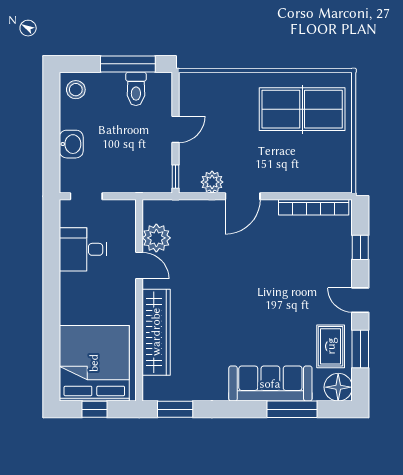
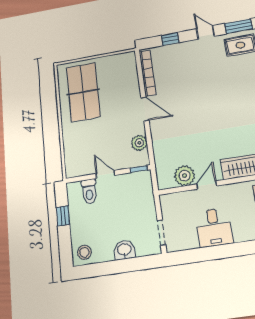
window: (128, 64) -> (63, 216), width x0.46
toilet: (136, 89) -> (89, 191), moved, turned 90
door: (243, 196) -> (145, 109), moved
desk: (83, 249) -> (214, 227), moved
door: (360, 300) -> (205, 32), swing flipped

